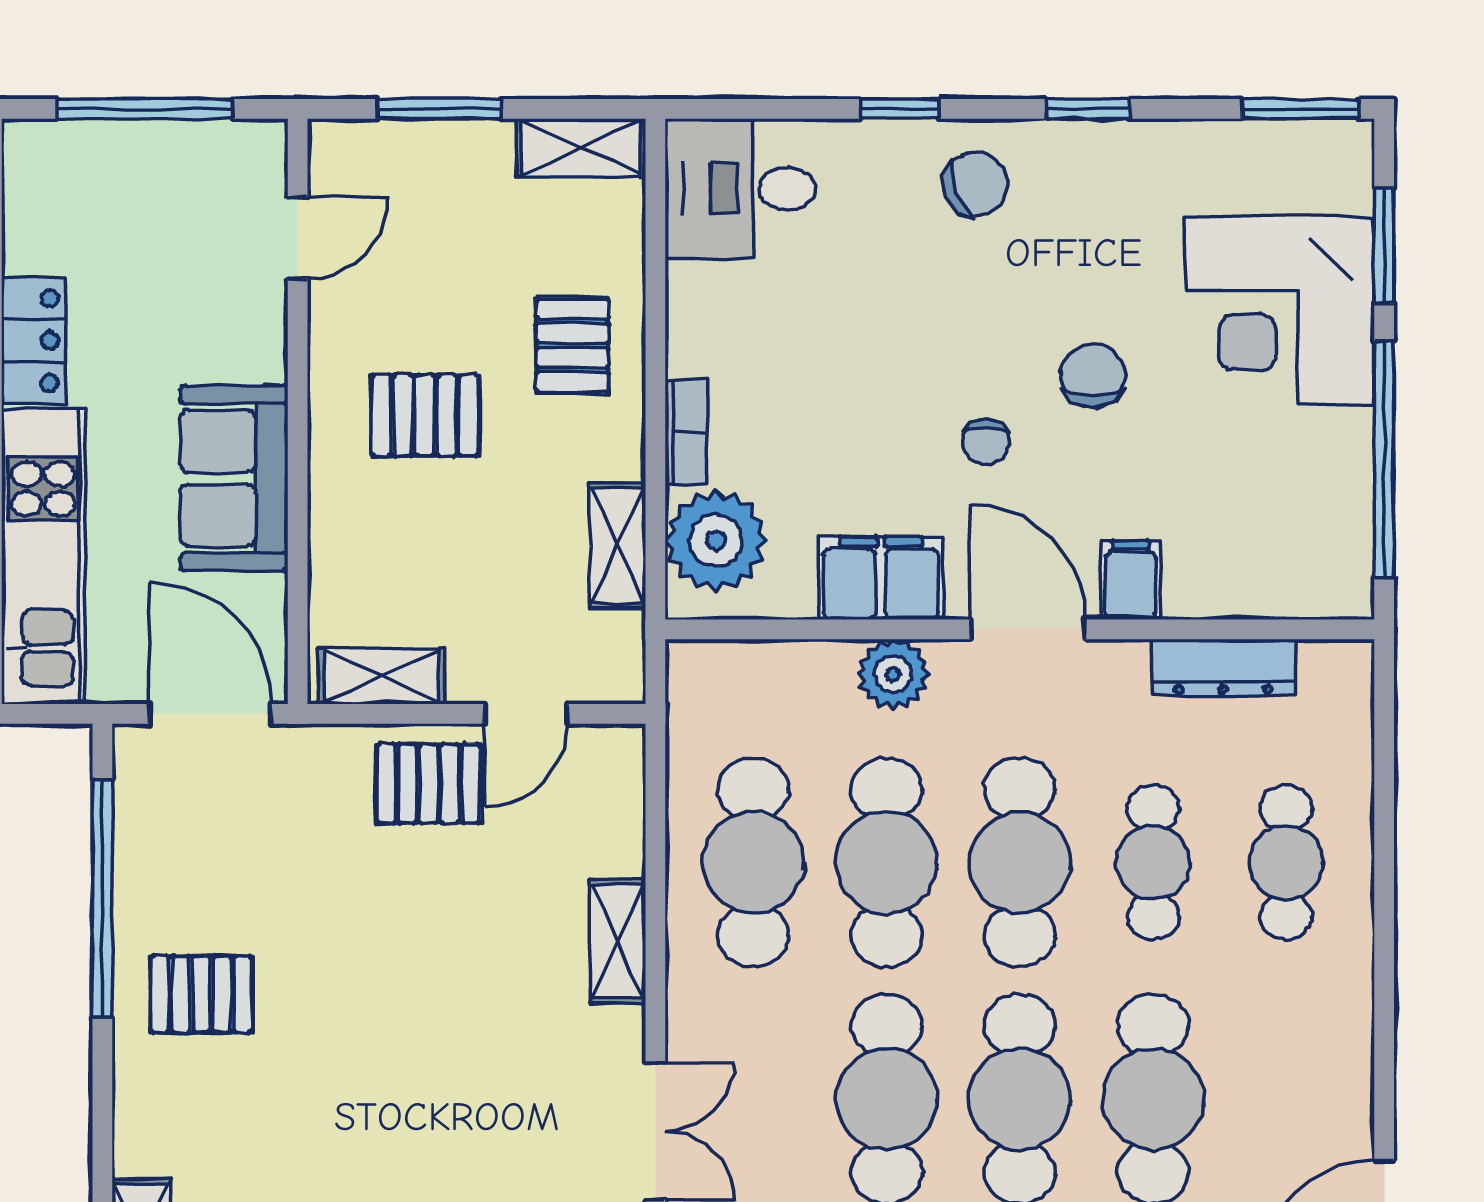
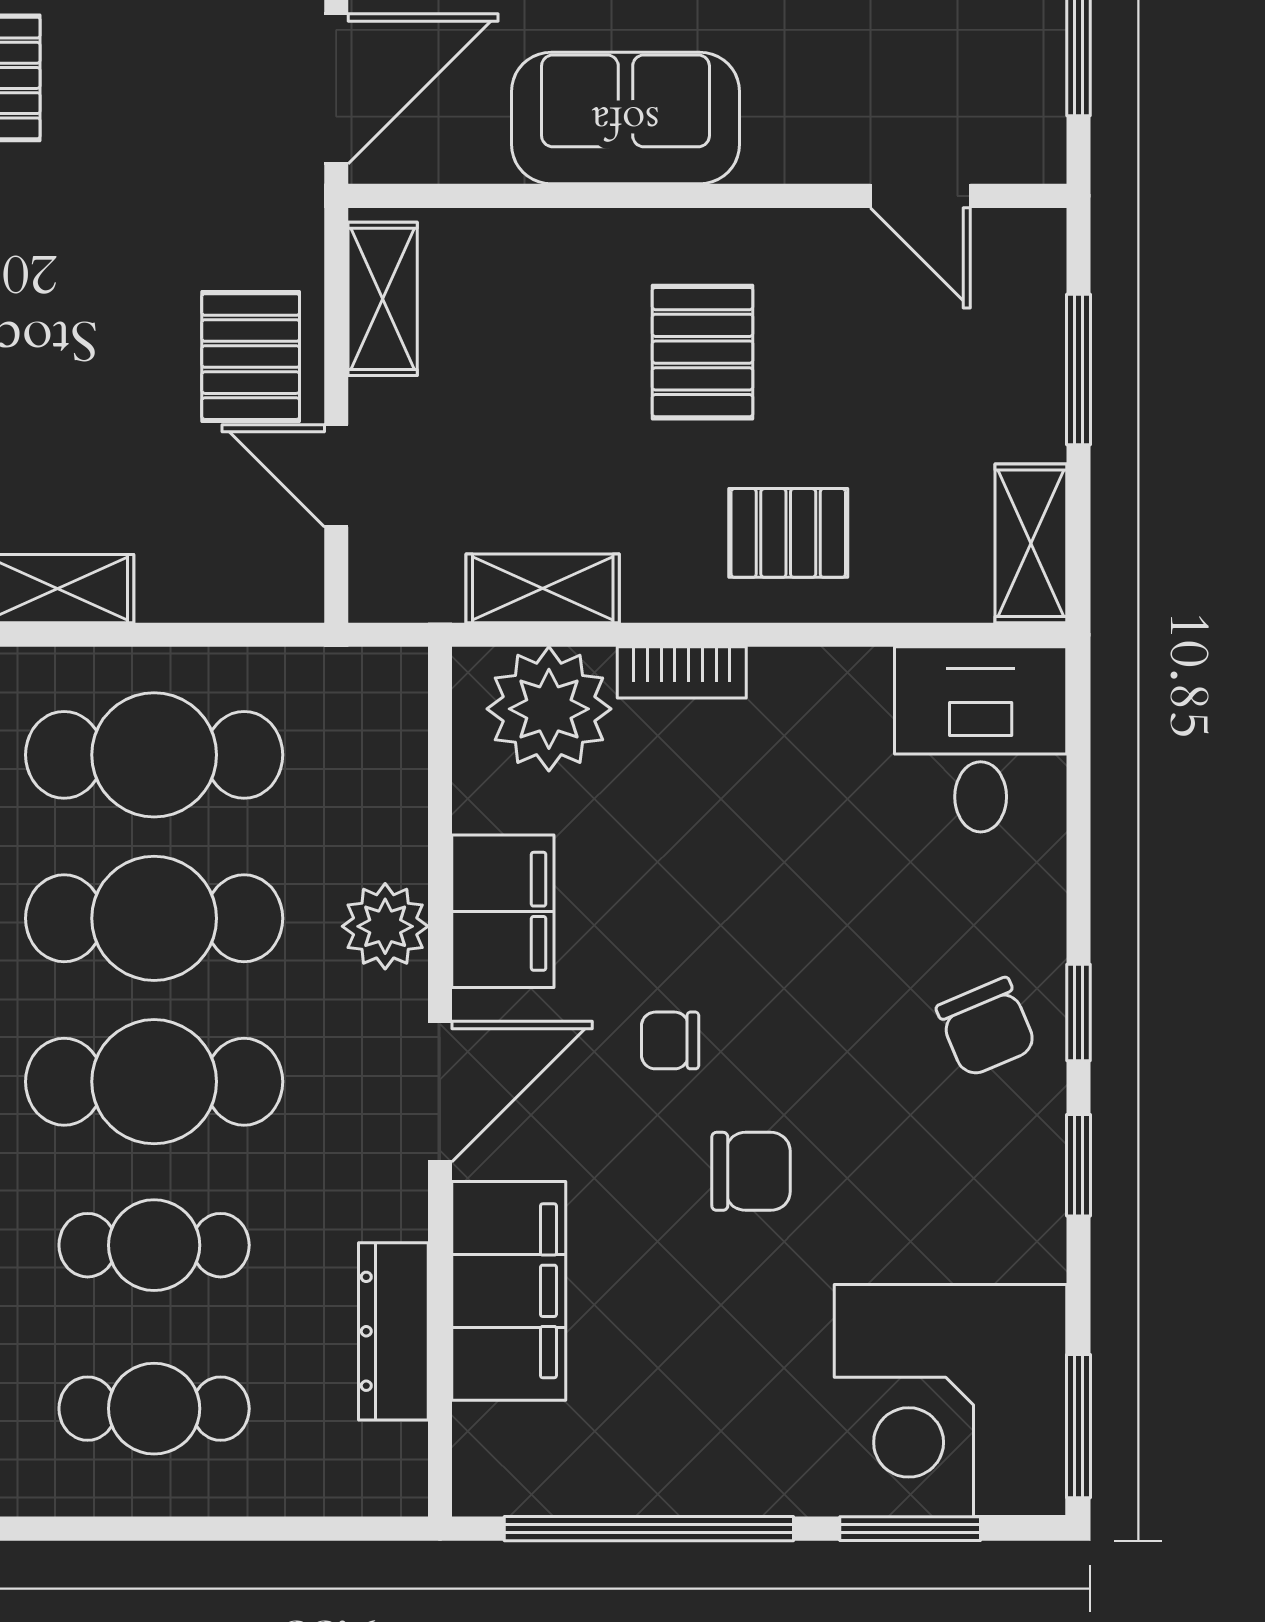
window: (900, 109) -> (1078, 1012), moved
corner desk: (1280, 310) -> (950, 1401), moved, turned -90
filing cabinet: (1131, 580) -> (509, 1291), width x3.00, depth x1.17

